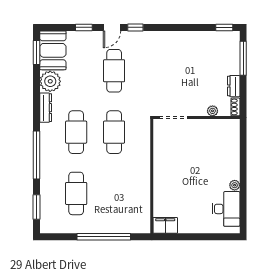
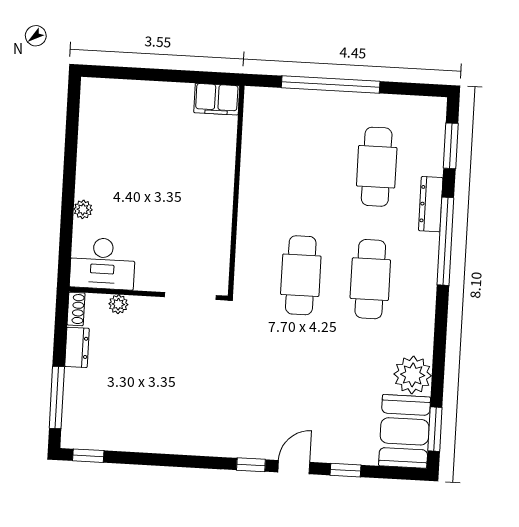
cafe table: (114, 71) -> (295, 388), removed
dresser: (46, 108) -> (431, 204), moved
plant: (235, 185) -> (83, 209), moved
desk: (226, 209) -> (102, 264), moved, turned -90

